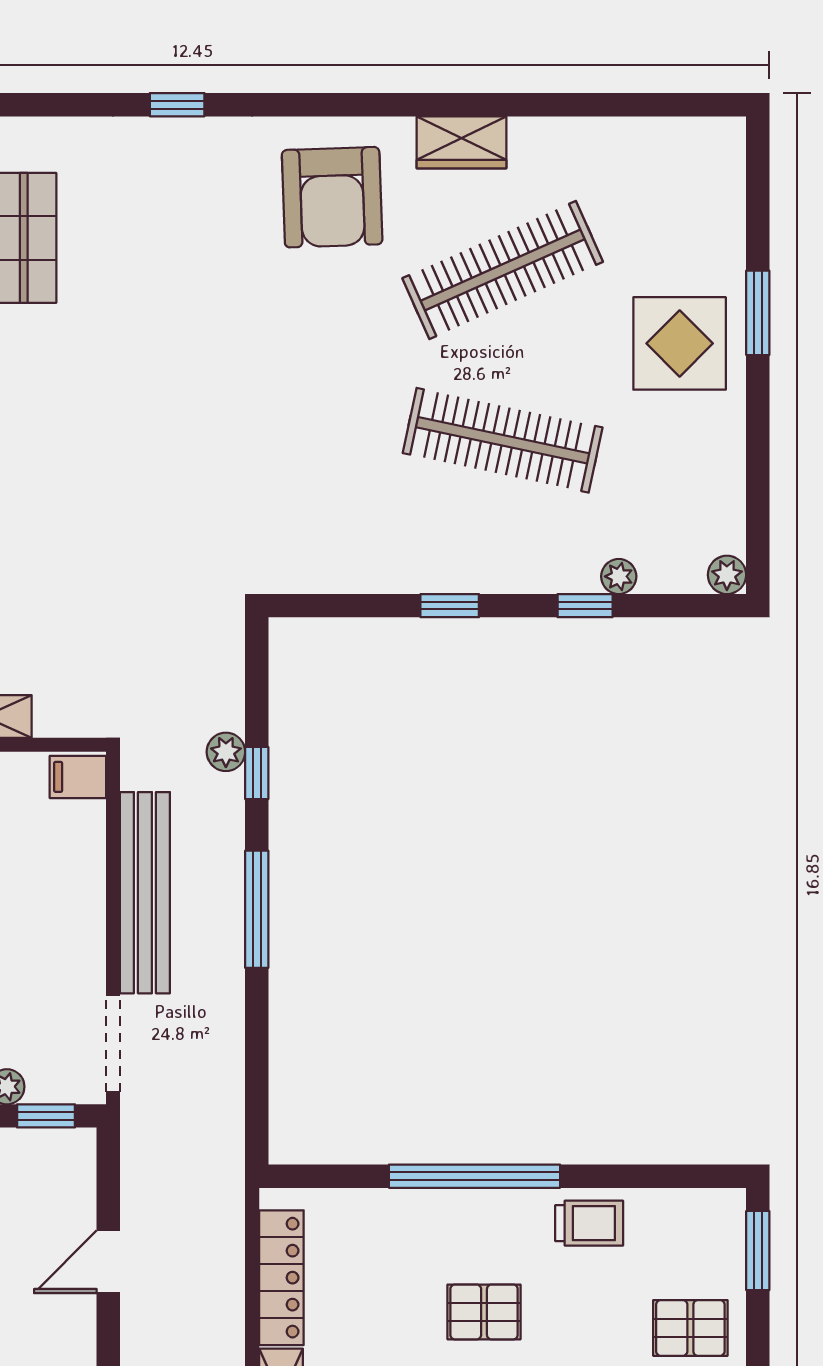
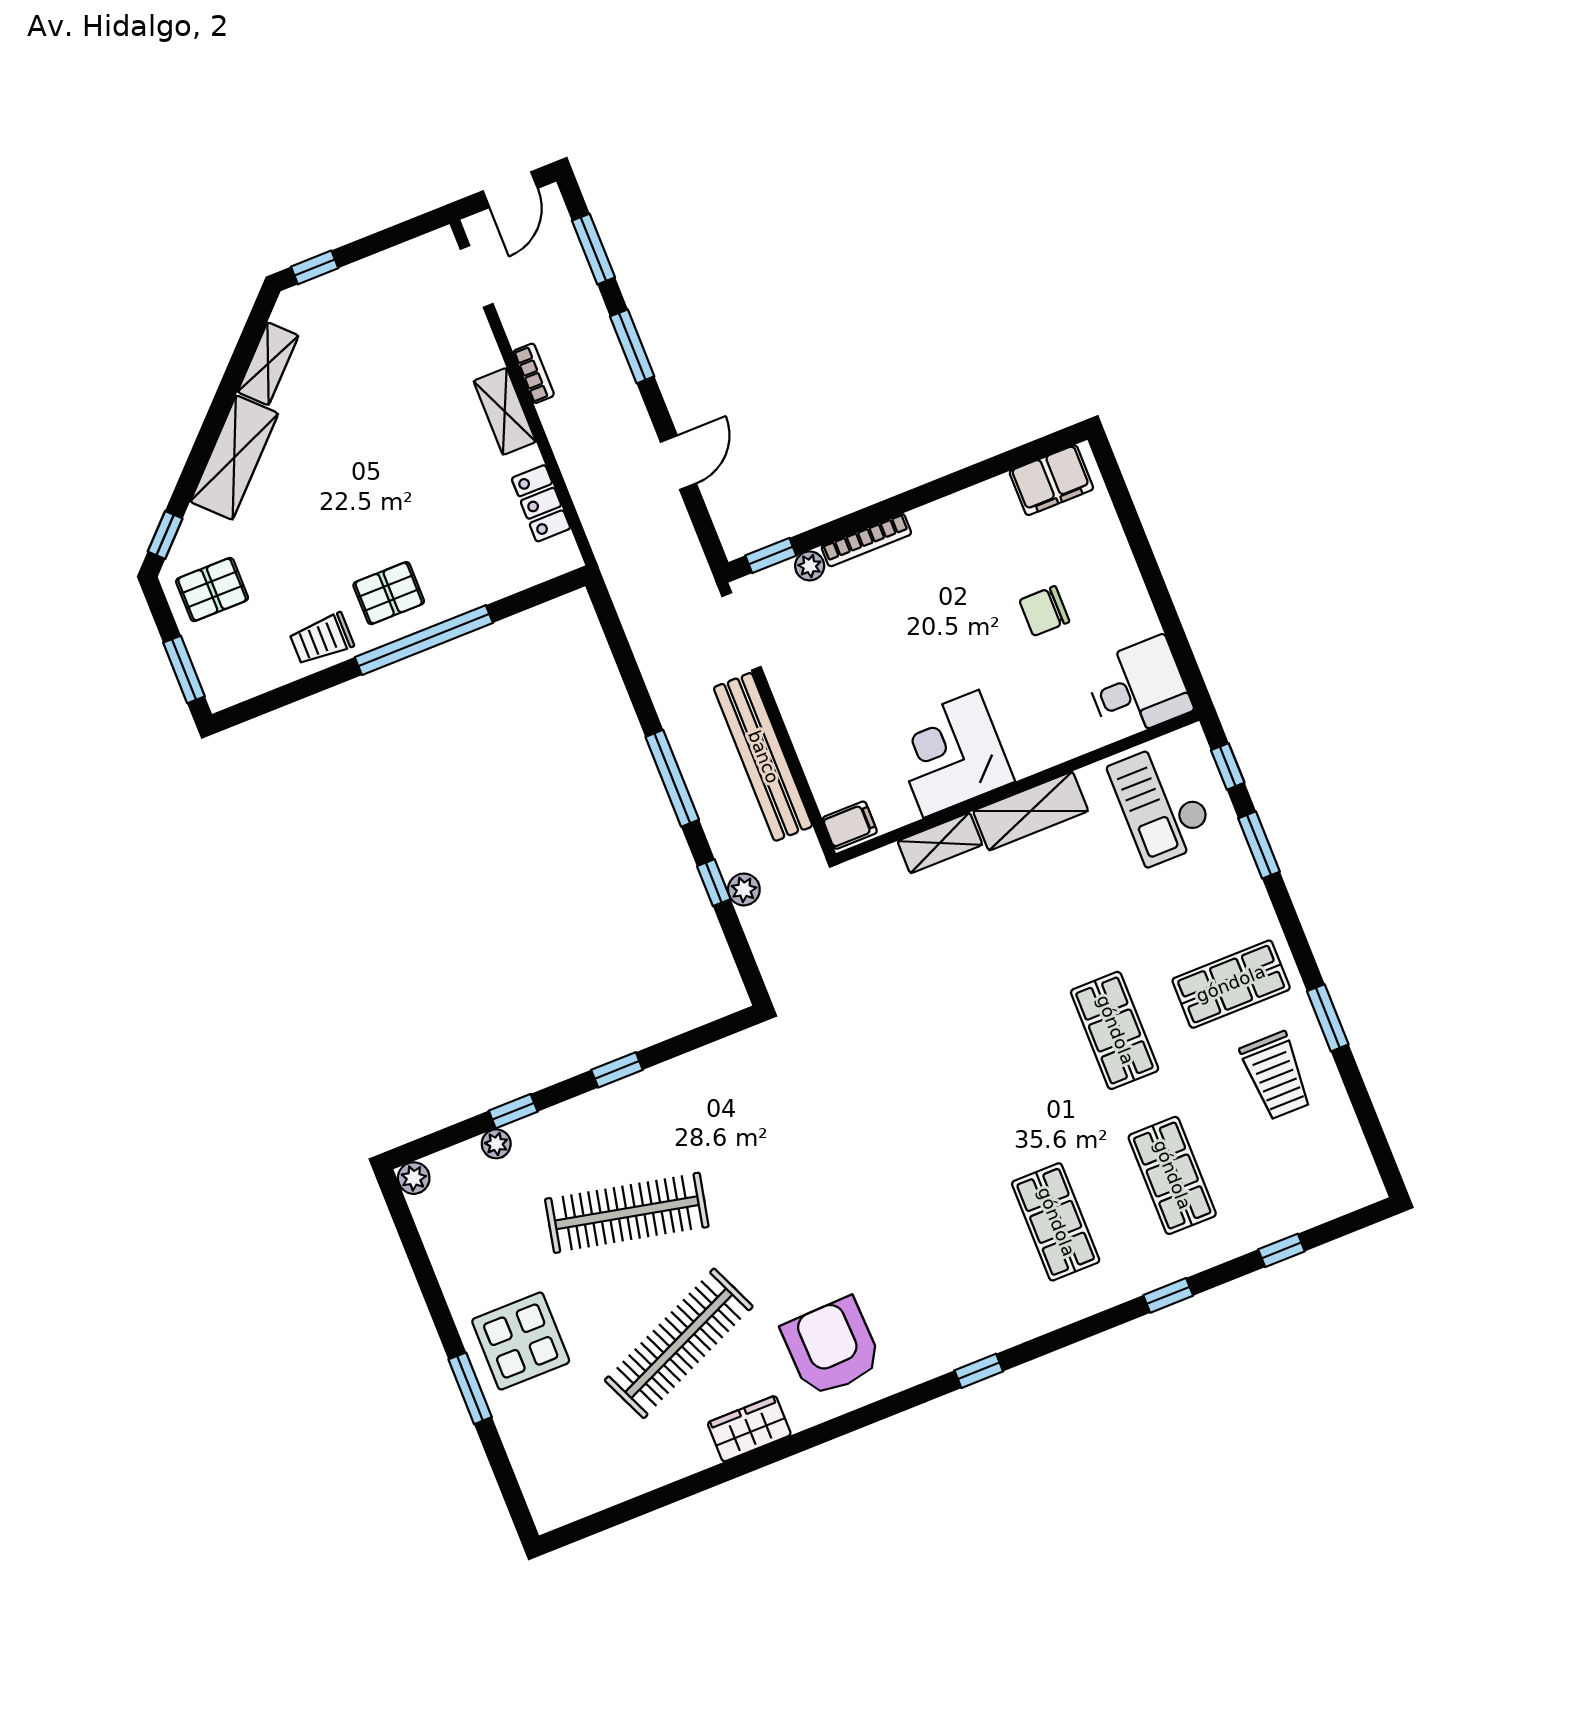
locker: (281, 1278) -> (541, 503), width x0.66
pallet: (484, 1312) -> (389, 593), moved

